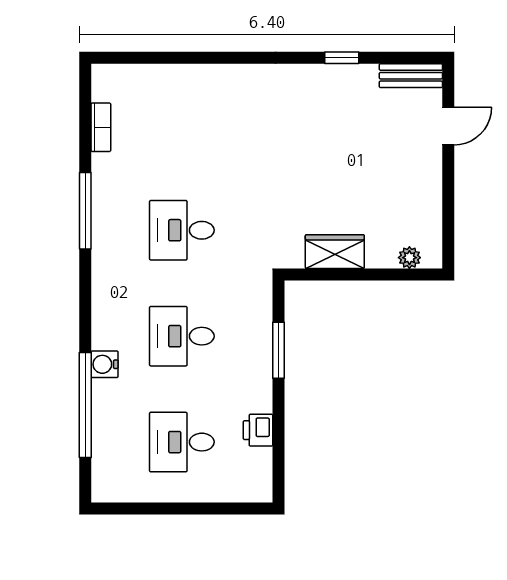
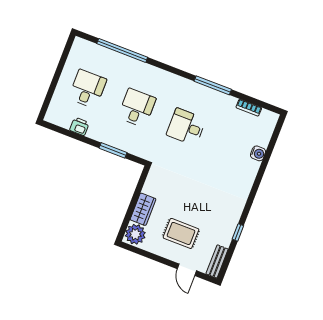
rug: (385, 163) -> (181, 233), added
desk: (182, 230) -> (186, 127), turned -90
wardrobe: (335, 252) -> (143, 209), moved
plant: (409, 258) -> (135, 234), width x1.87, depth x1.87
water cooler: (104, 364) -> (258, 153), moved, turned 90

